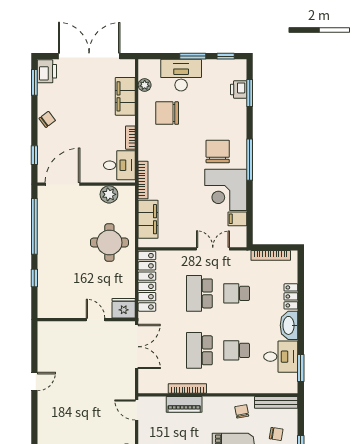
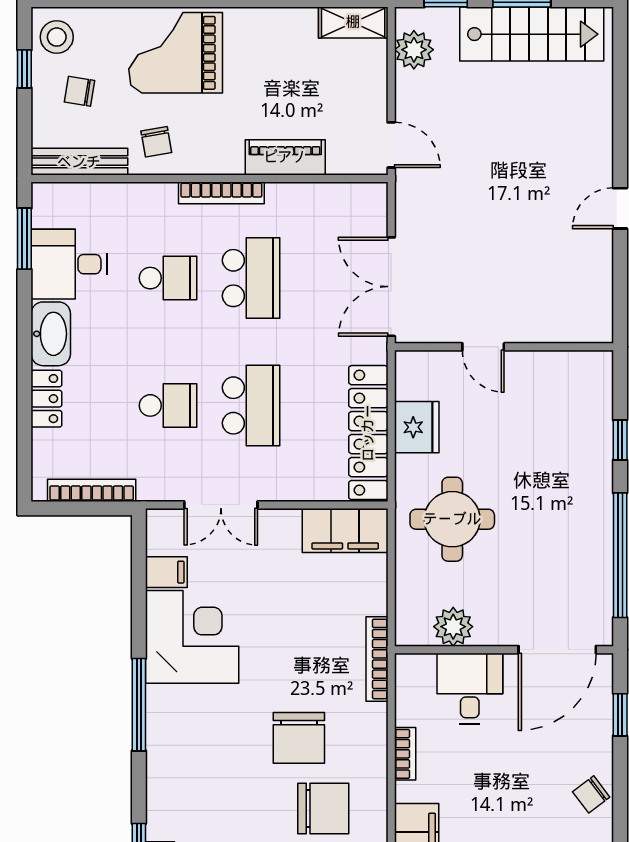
chair: (218, 151) -> (299, 738), moved
desk: (119, 165) -> (470, 688), moved, turned 90
filing cabinet: (148, 219) -> (345, 530), moved, turned -90
fridge: (124, 308) -> (417, 427), moved, turned -90
bookcase: (187, 388) -> (221, 193), moved

